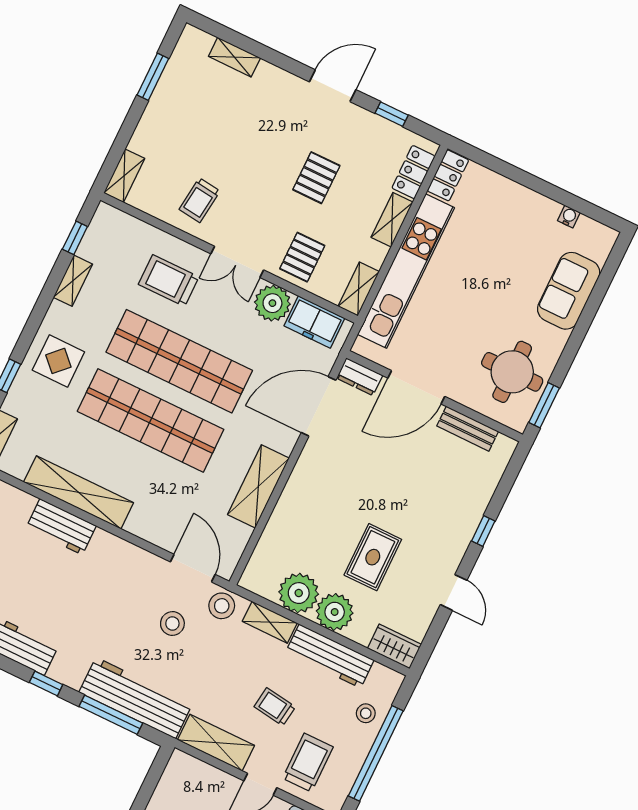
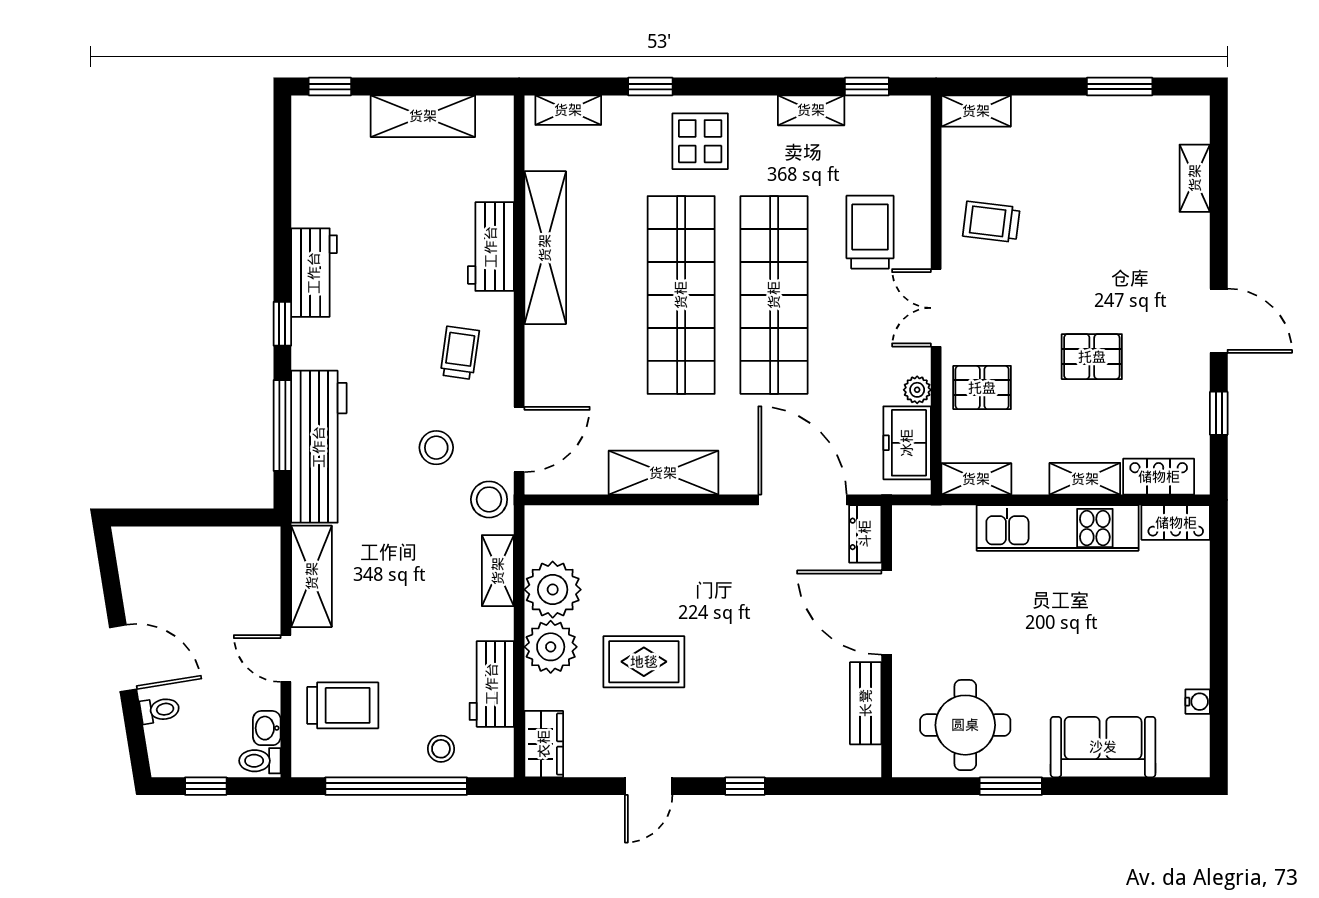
kitchen unit: (406, 271) -> (1058, 528), width x0.73
plant: (272, 303) -> (917, 390), width x0.53, depth x0.53
window: (544, 405) -> (1011, 786), moved
workbench: (330, 656) -> (492, 684), width x0.73
trolley: (275, 707) -> (460, 353), moved

